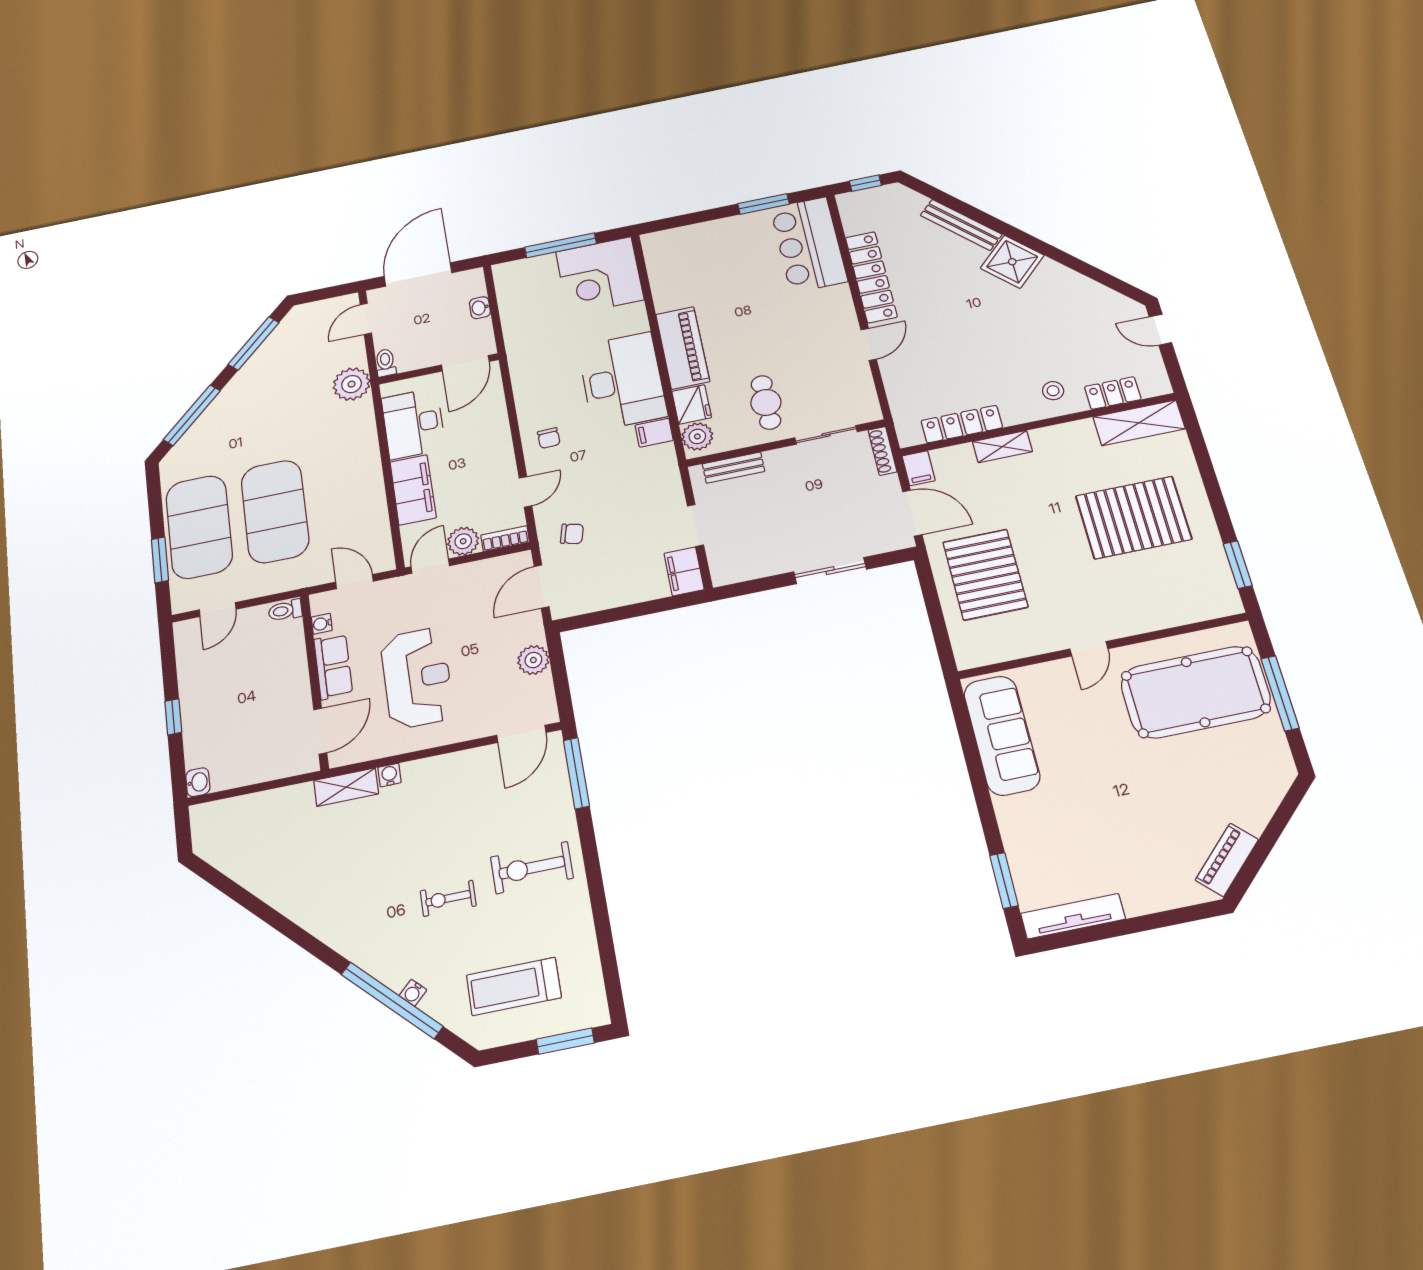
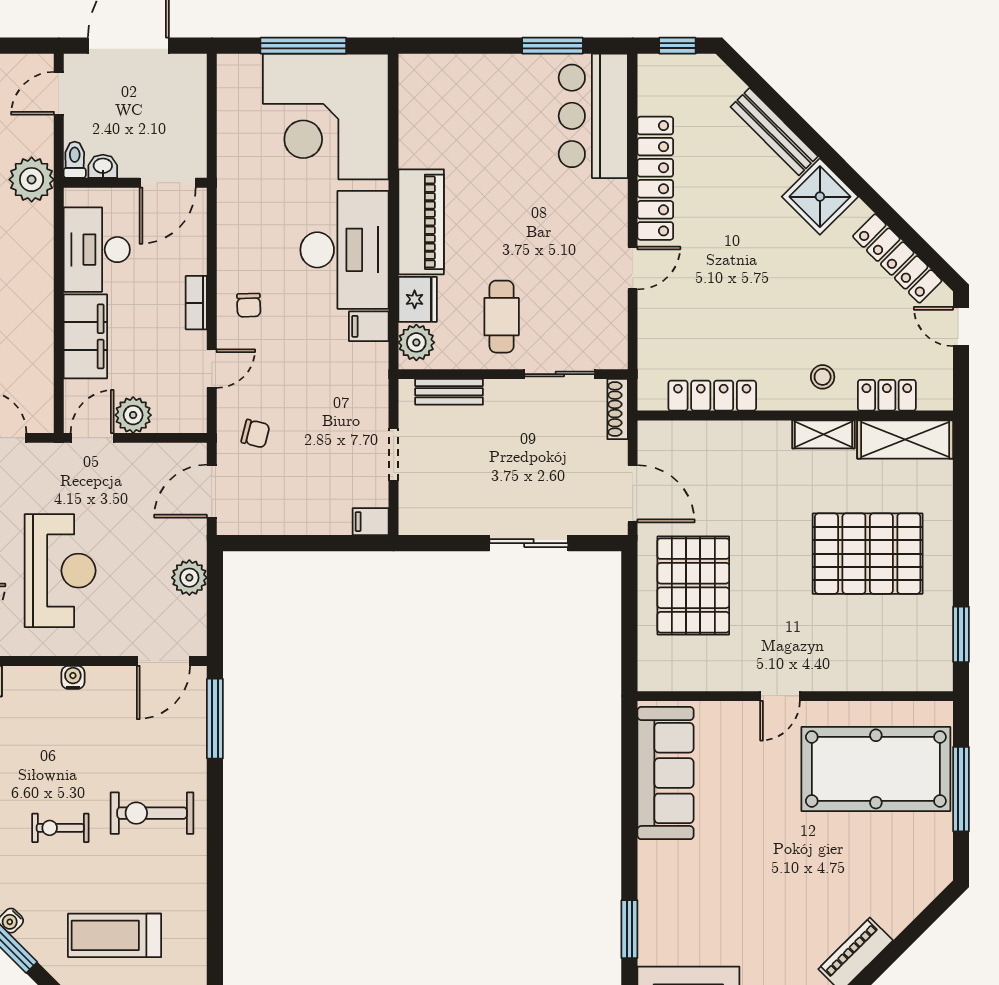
corner desk: (600, 276) -> (326, 117), width x1.36, depth x1.36
locker: (1090, 292) -> (897, 259), added
washbasin: (480, 308) -> (103, 166), moved, turned 90
shelving: (1002, 447) -> (823, 434), moved
filing cabinet: (919, 468) -> (652, 440), removed
bookcase: (505, 539) -> (196, 303), moved, turned -90
filing cabinet: (684, 571) -> (371, 522), width x0.50
water cooler: (389, 775) -> (73, 677), moved

